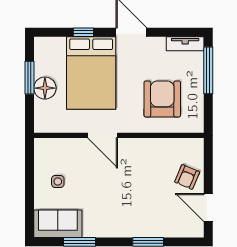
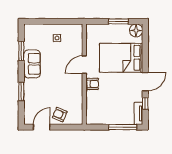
window: (83, 32) -> (145, 103), moved
floor lamp: (45, 88) -> (136, 30), moved
armchair: (162, 99) -> (93, 84), moved, width x0.53, depth x0.53
sofa: (58, 224) -> (32, 64), moved

